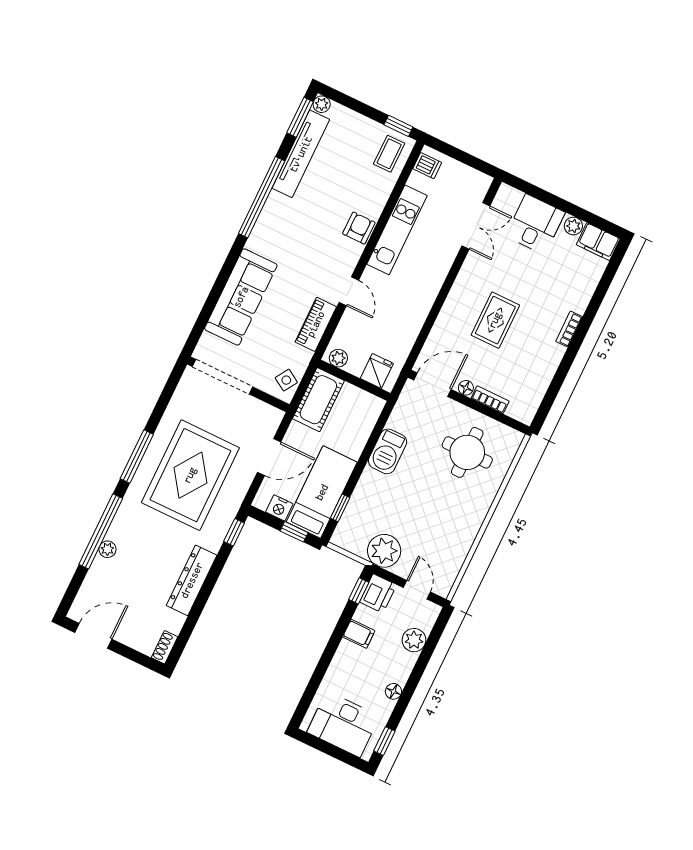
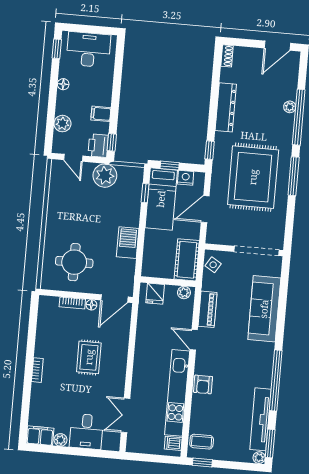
coffee table: (389, 154) -> (202, 442), turned 90
kitchen unit: (397, 230) -> (177, 393), width x1.36

